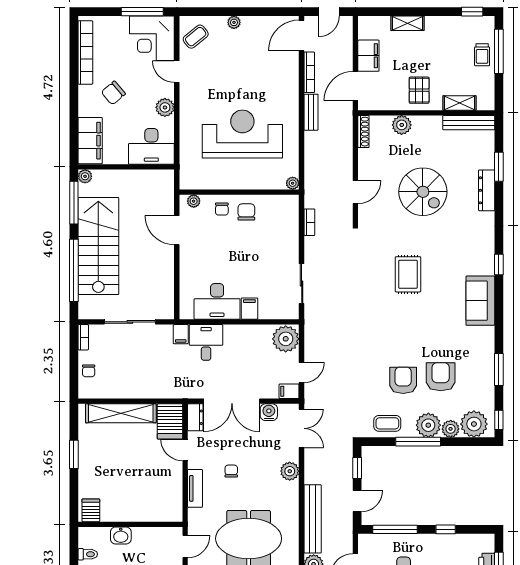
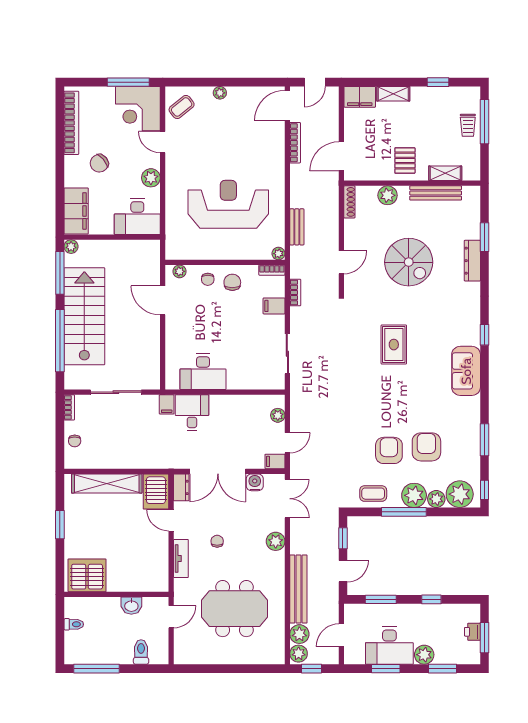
window: (472, 12) -> (438, 82), moved
filing cabinet: (368, 56) -> (360, 97), moved, turned 90
bench: (311, 112) -> (297, 227), moved
bench: (469, 123) -> (436, 193), moved
bookcase: (286, 200) -> (272, 270), added
filing cabinet: (249, 309) -> (274, 306), moved, turned -90
plant: (286, 339) -> (278, 415), width x0.53, depth x0.53
server rack: (91, 510) -> (87, 575), width x2.18, depth x1.44
window: (395, 529) -> (381, 599), width x0.69
washbasin: (121, 536) -> (131, 606), moved

